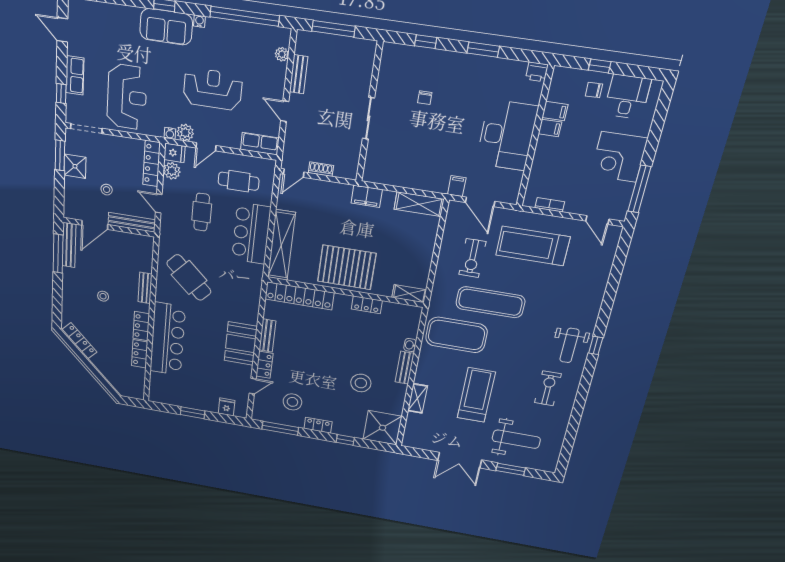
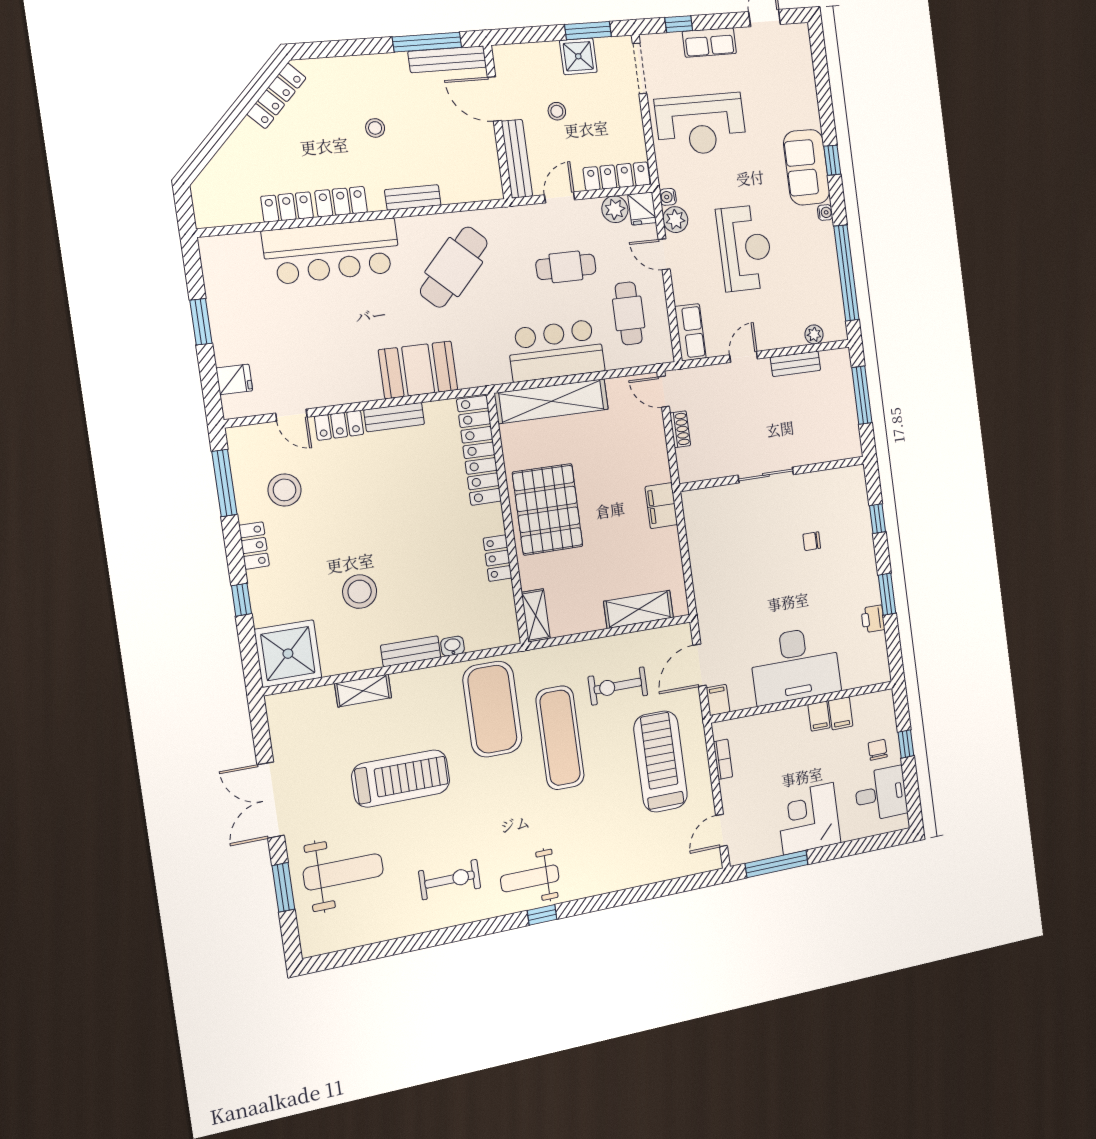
printer: (537, 72) -> (873, 619), moved
filing cabinet: (457, 186) -> (718, 700), moved, turned -90
shelving: (419, 204) -> (638, 609), moved, turned 90
booth: (241, 343) -> (418, 370), moved
weight bench: (516, 439) -> (343, 872), turned -90

